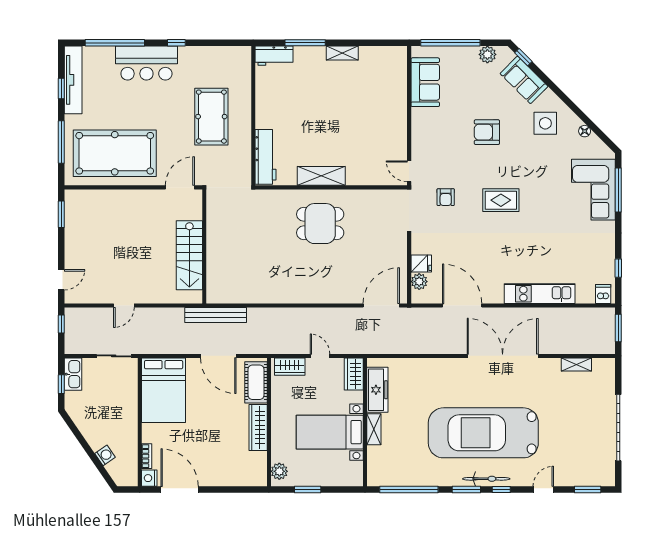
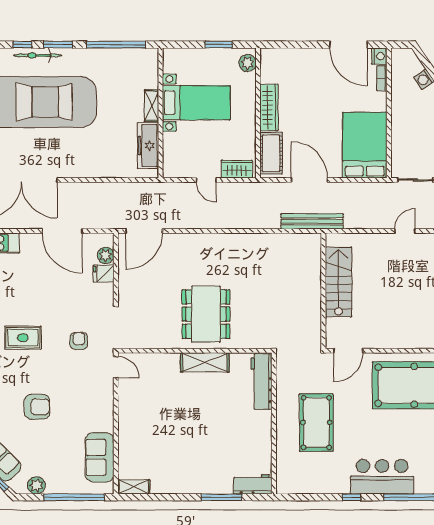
shelving: (342, 53) -> (134, 487), moved
dining table: (320, 224) -> (206, 314), width x1.38
wardrobe: (354, 374) -> (172, 162), removed

